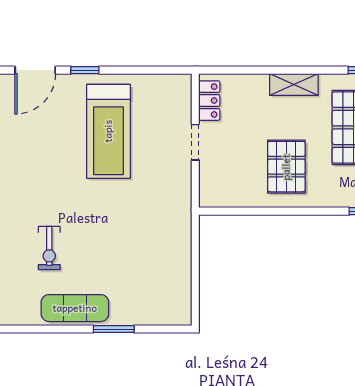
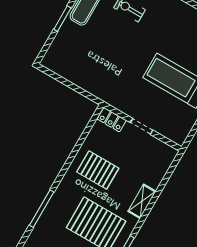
locker: (209, 101) -> (112, 120), moved

